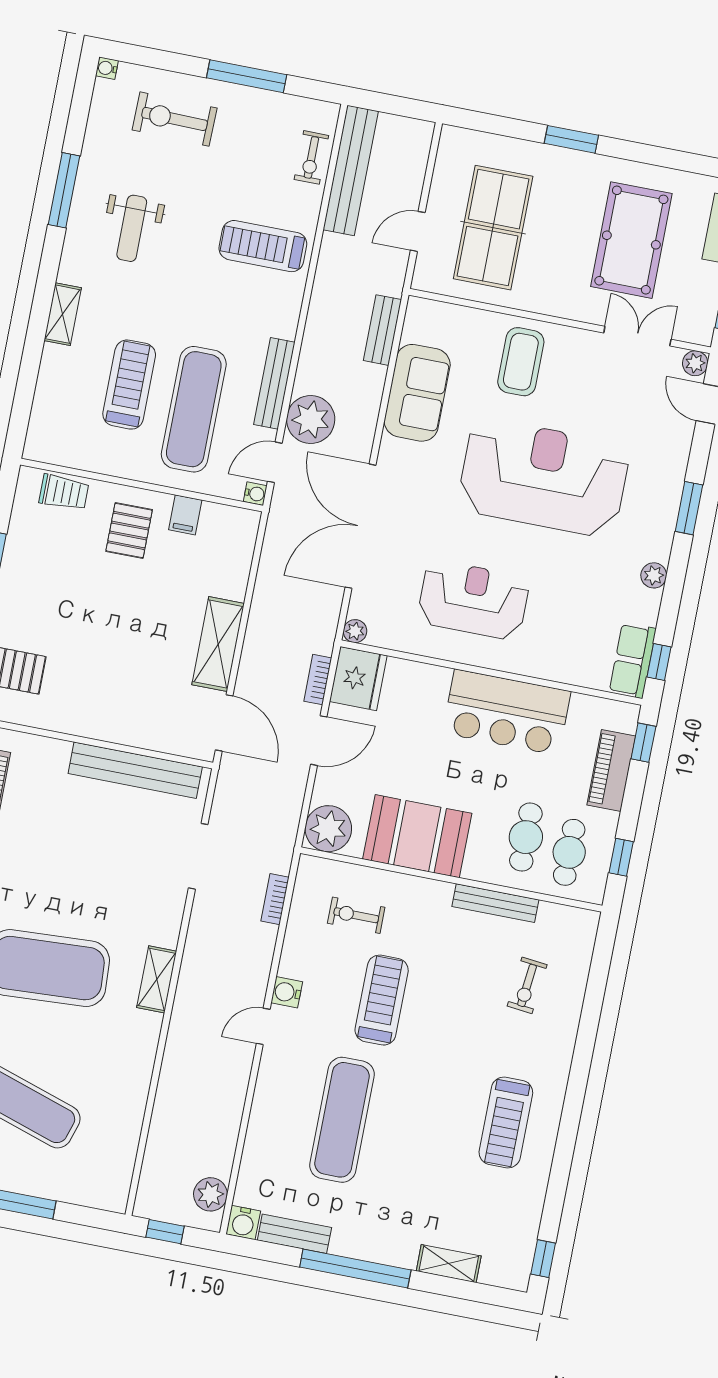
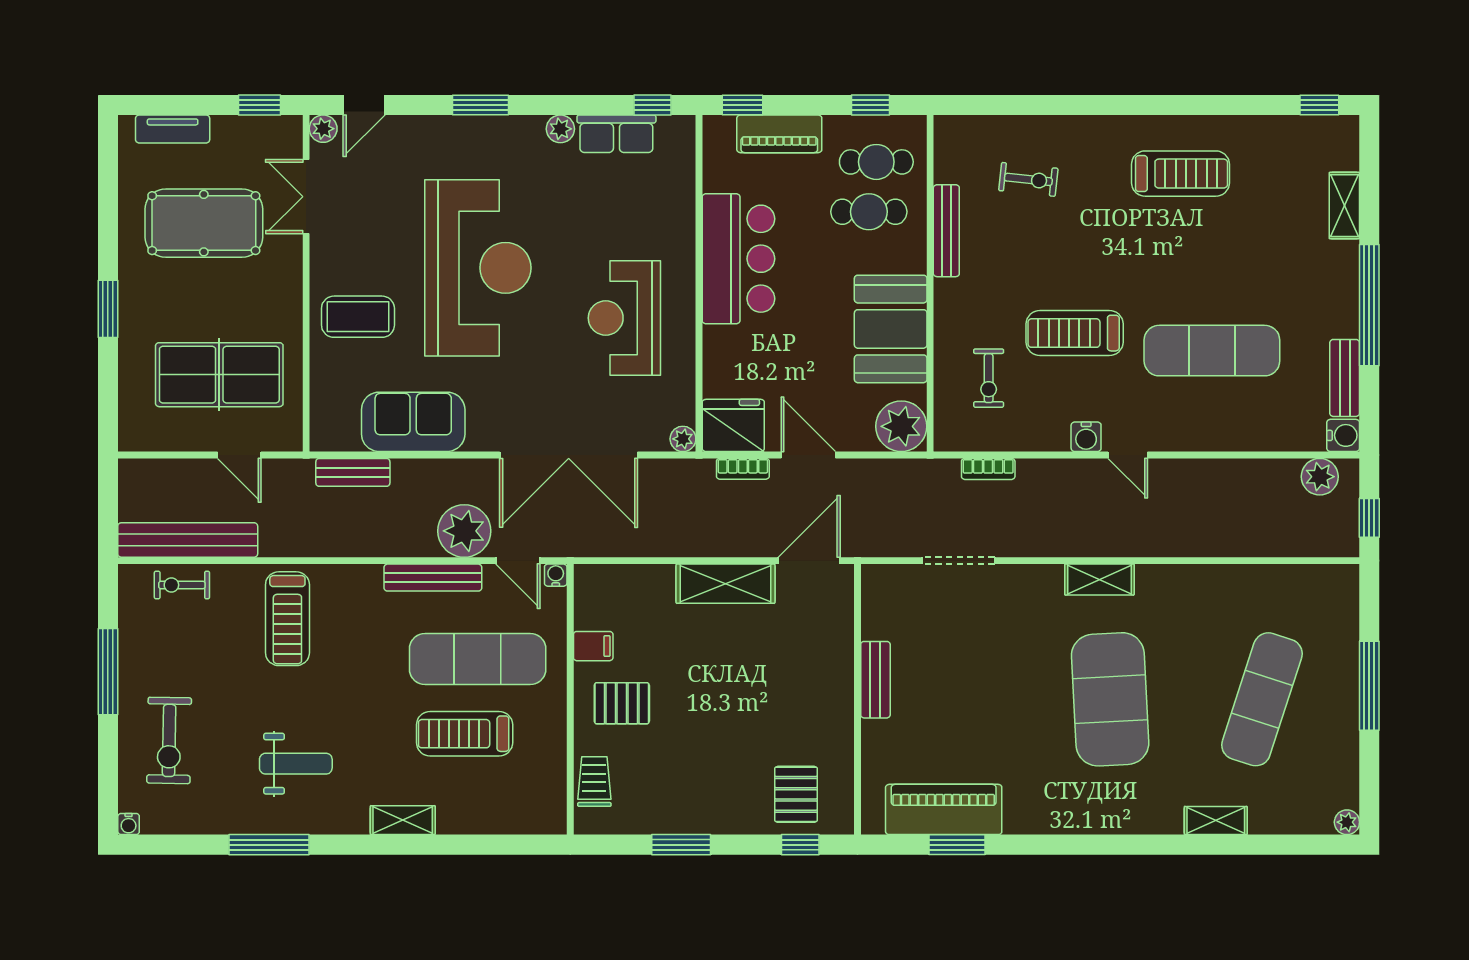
exercise bike: (311, 157) -> (182, 585), turned 180
reception desk: (544, 477) -> (478, 268), turned 180
row of seats: (633, 660) -> (616, 134), moved
bench: (135, 770) -> (875, 680), width x0.54, depth x0.82

